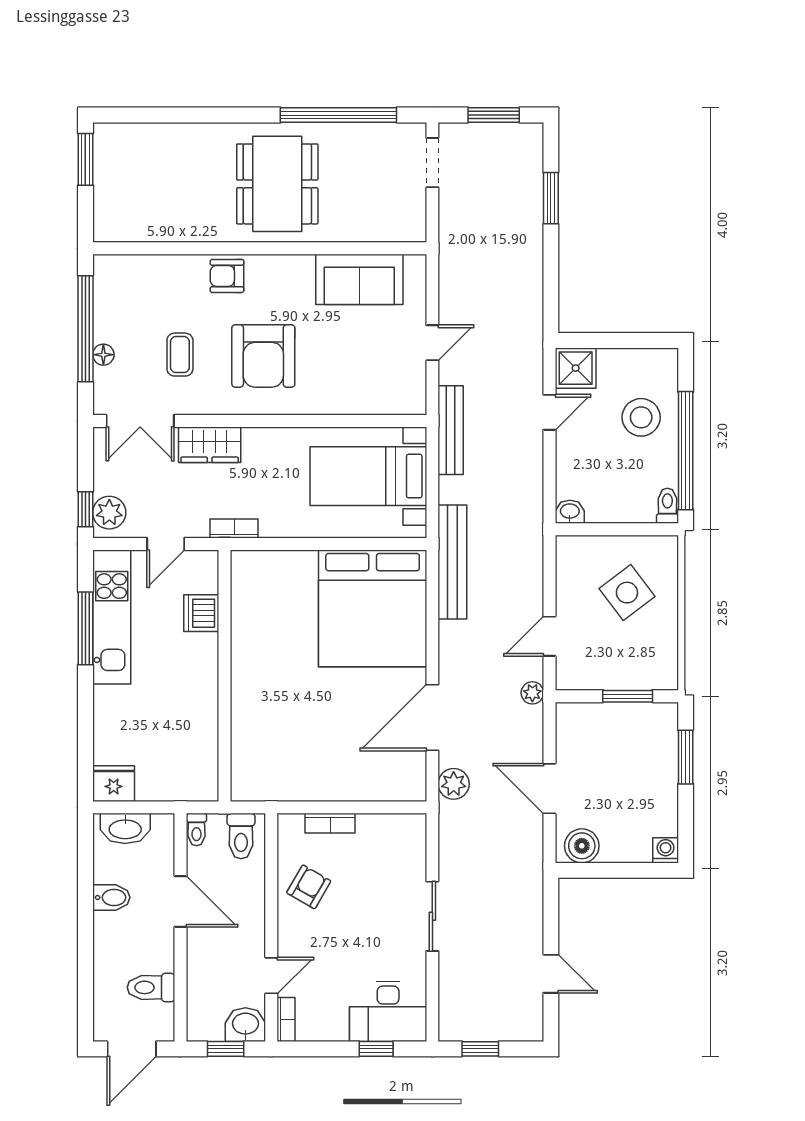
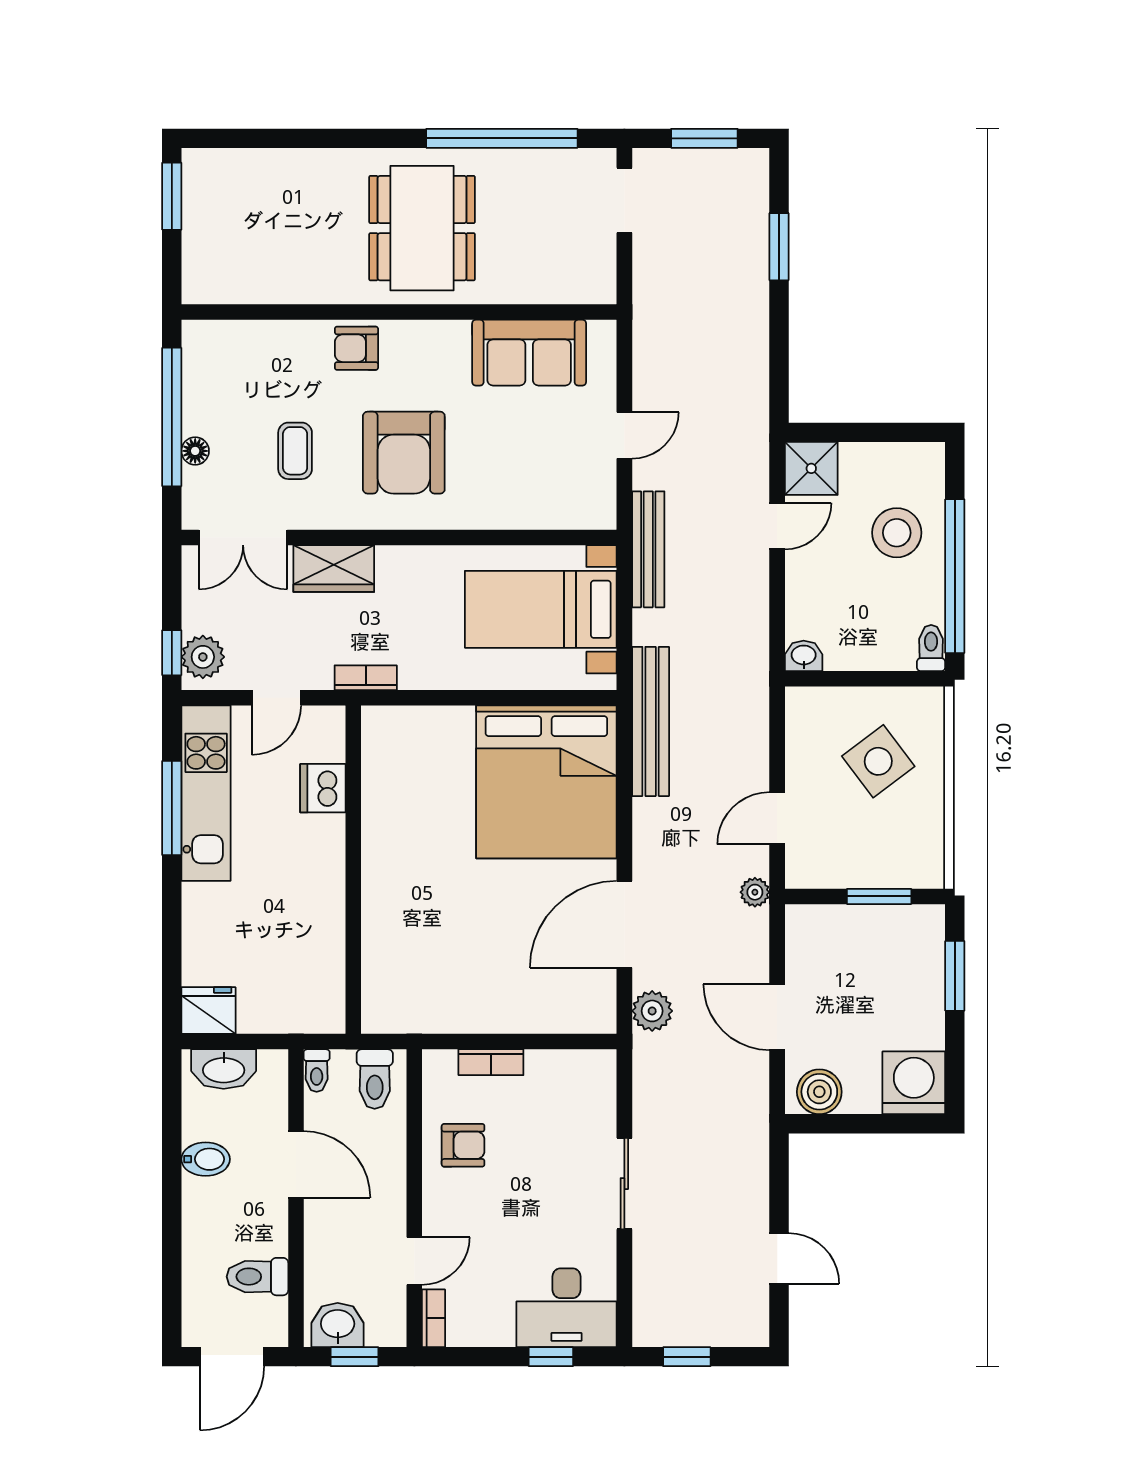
washing machine: (666, 850) -> (914, 1083), width x1.89, depth x1.89
armchair: (309, 887) -> (463, 1145), turned 60
washbasin: (245, 1025) -> (338, 1325), moved

